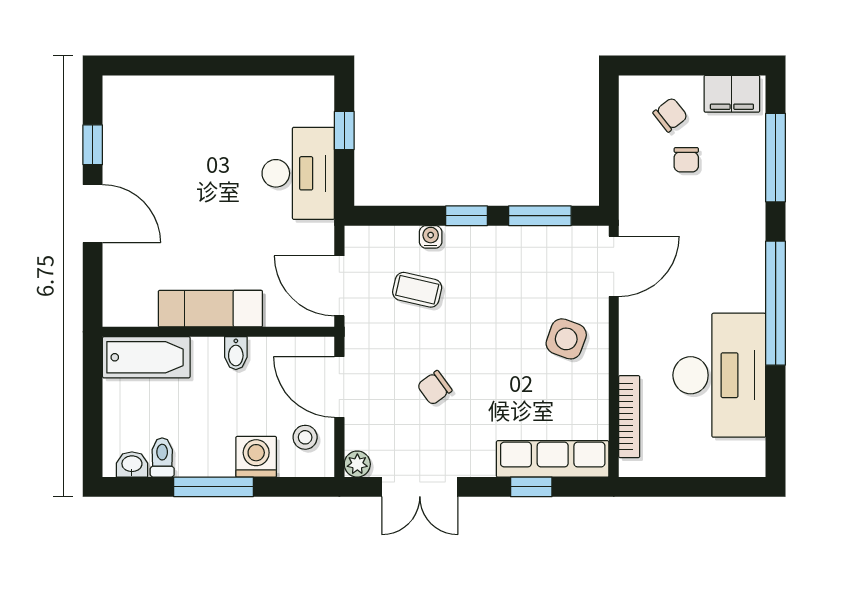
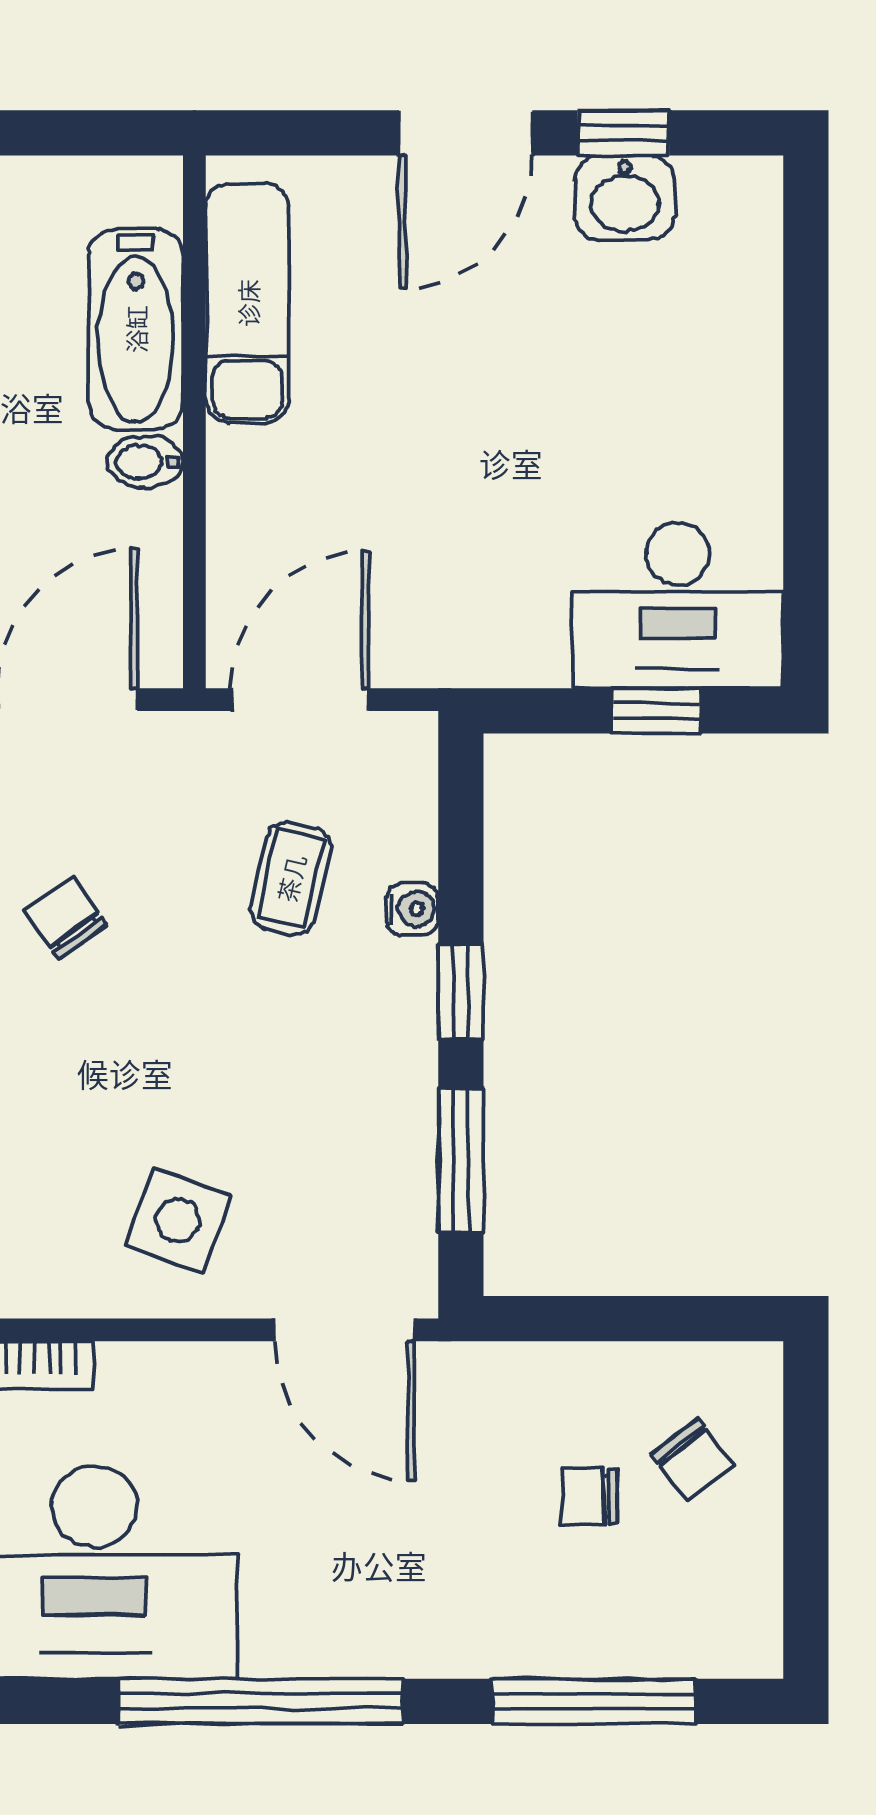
filing cabinet: (732, 94) -> (741, 1601), removed
washbasin: (121, 144) -> (625, 198), added
desk: (298, 173) -> (678, 605), moved
exam couch: (210, 309) -> (248, 303), moved
bathtub: (146, 357) -> (136, 329), moved

